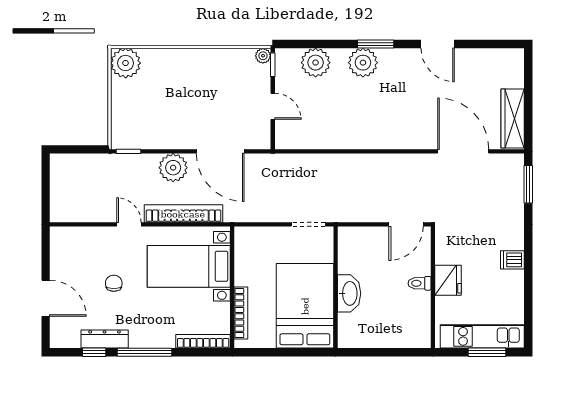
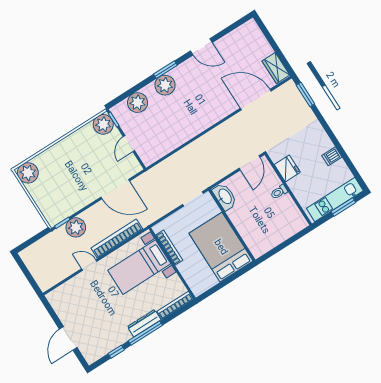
plant: (263, 56) -> (103, 124), width x1.88, depth x1.88
door: (273, 106) -> (129, 144), swing flipped
wardrobe: (513, 118) -> (276, 68), width x0.67
plant: (173, 168) -> (76, 227), moved
dishwasher: (512, 260) -> (332, 156), moved
fridge: (448, 280) -> (287, 168), moved
chair: (114, 283) -> (102, 305), removed
washbasin: (349, 293) -> (225, 197), moved
door: (46, 298) -> (68, 338), swing flipped
bookcase: (241, 313) -> (169, 248), moved
dresser: (105, 339) -> (144, 323), moved

